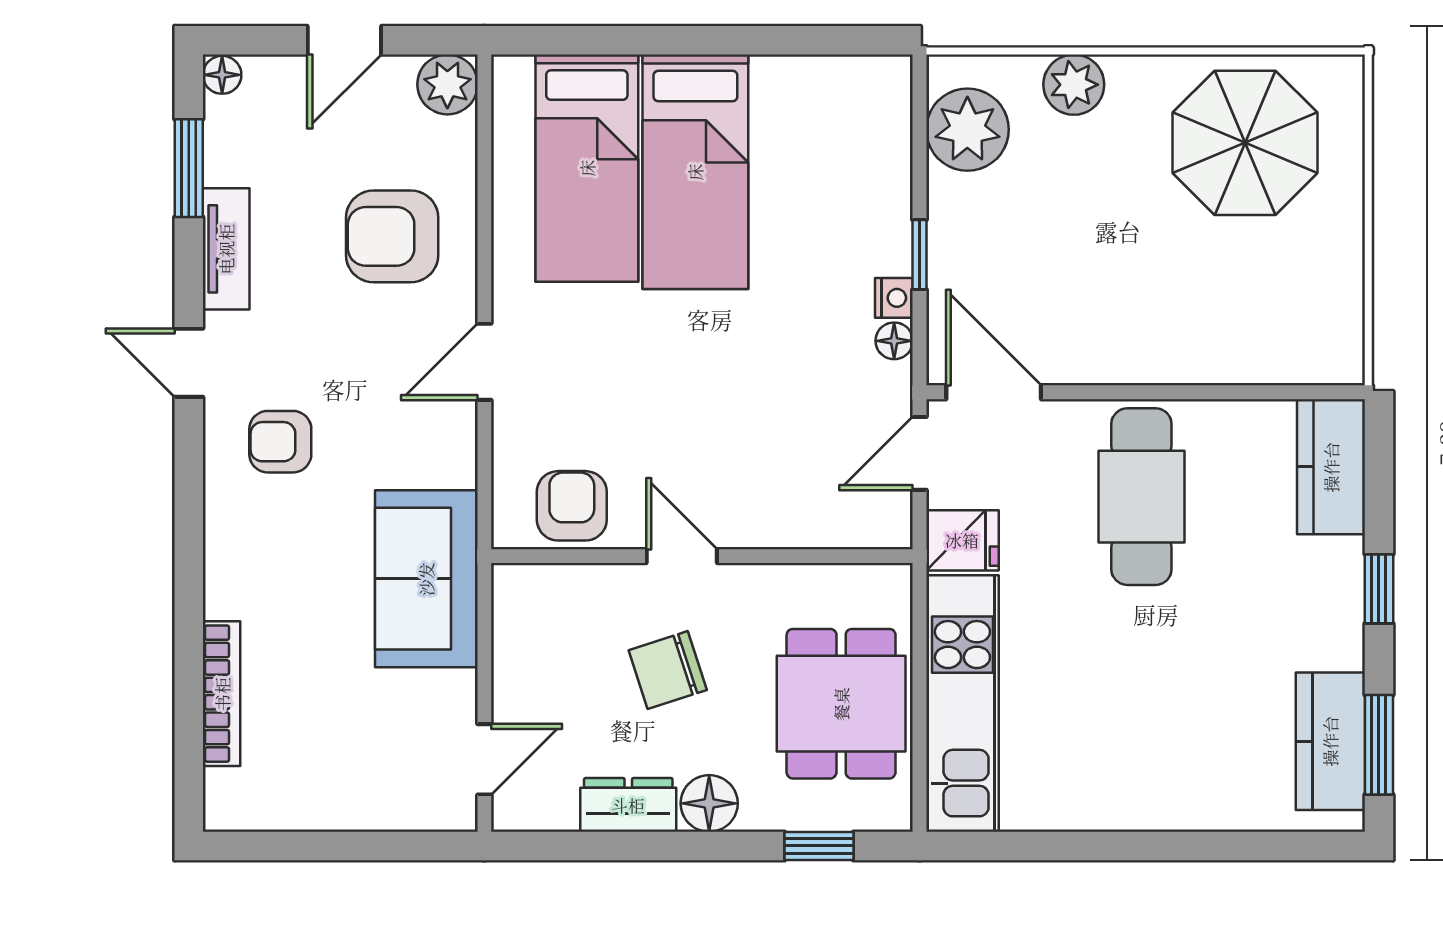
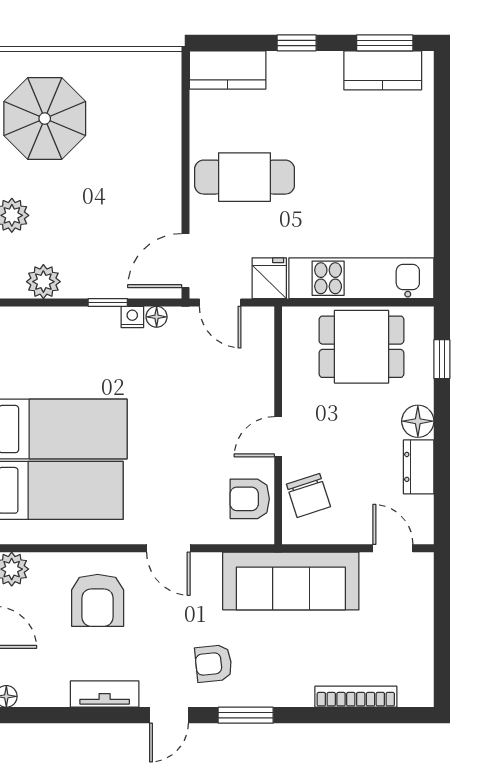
plant: (967, 130) -> (43, 282), width x0.73, depth x0.73
window: (189, 168) -> (246, 715), moved
armchair: (280, 442) -> (213, 663), turned 84
sofa: (426, 579) -> (291, 581), width x1.36
chair: (668, 670) -> (308, 495), moved

